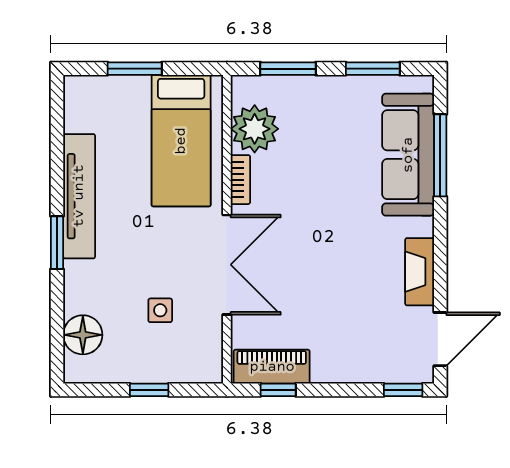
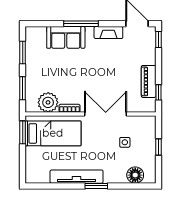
window: (135, 69) -> (23, 132), moved
sofa: (408, 155) -> (66, 37), width x0.73
window: (440, 155) -> (81, 24), moved
piano: (272, 367) -> (149, 81), moved

